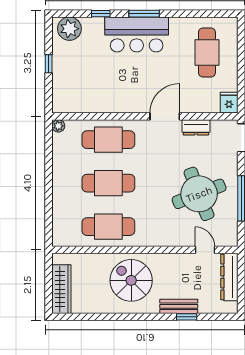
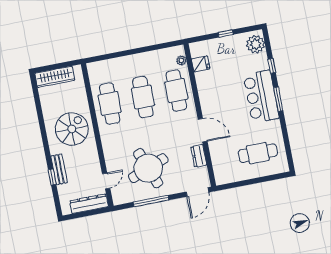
fridge: (229, 103) -> (201, 64), moved
plant: (58, 126) -> (181, 60), moved

